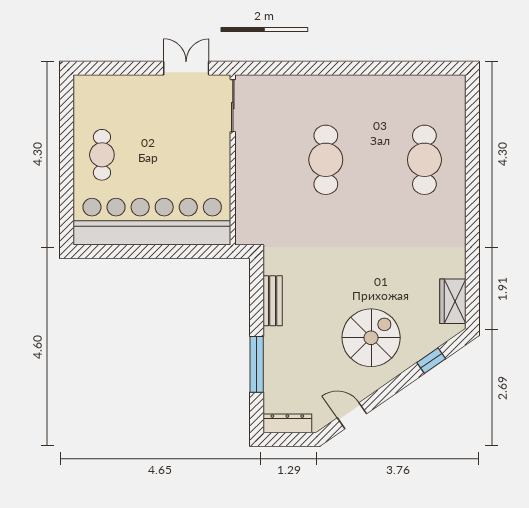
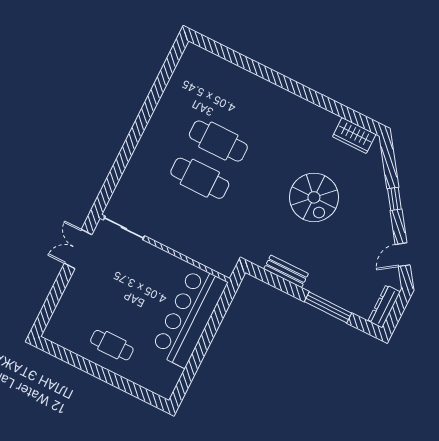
cafe table: (424, 160) -> (218, 141), moved
bar counter: (152, 222) -> (189, 317), width x0.73
spiral stairs: (371, 338) -> (314, 197), moved, turned 180
window: (431, 361) -> (394, 199), moved

